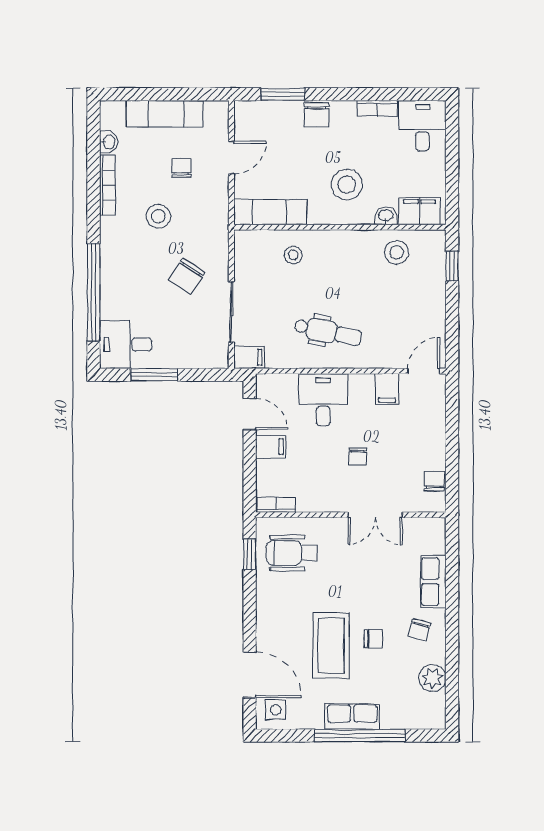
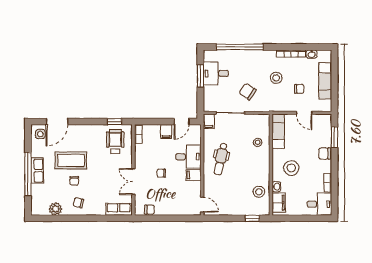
desk: (126, 344) -> (216, 73), moved, turned -90
filing cabinet: (387, 389) -> (194, 175), moved
row of seats: (433, 582) -> (119, 209), moved

